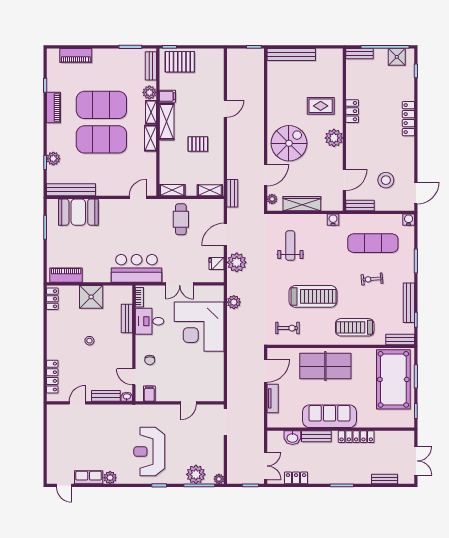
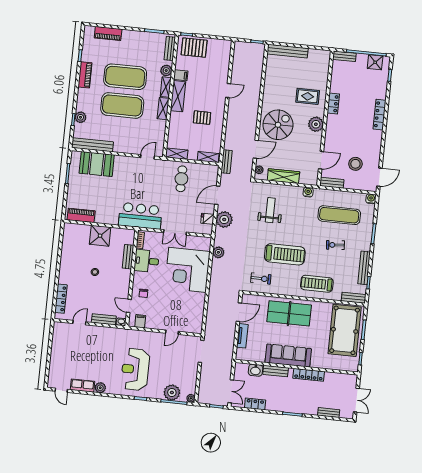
locker: (52, 299) -> (68, 234), removed

